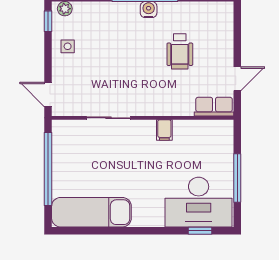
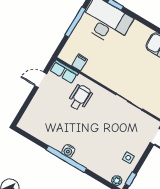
wheelchair: (180, 51) -> (80, 98), moved
filing cabinet: (164, 130) -> (80, 62), moved

